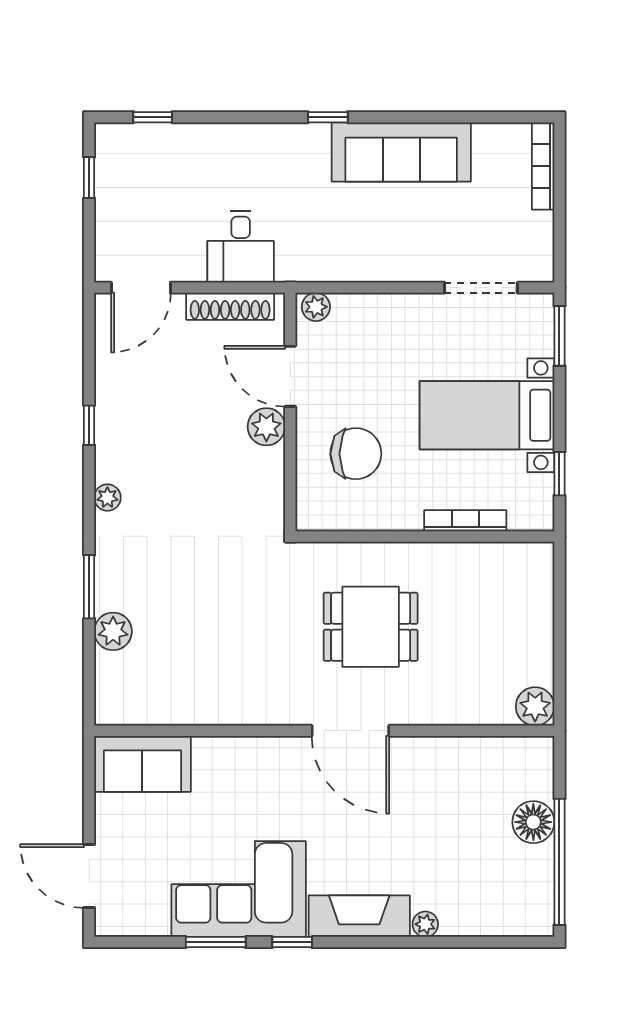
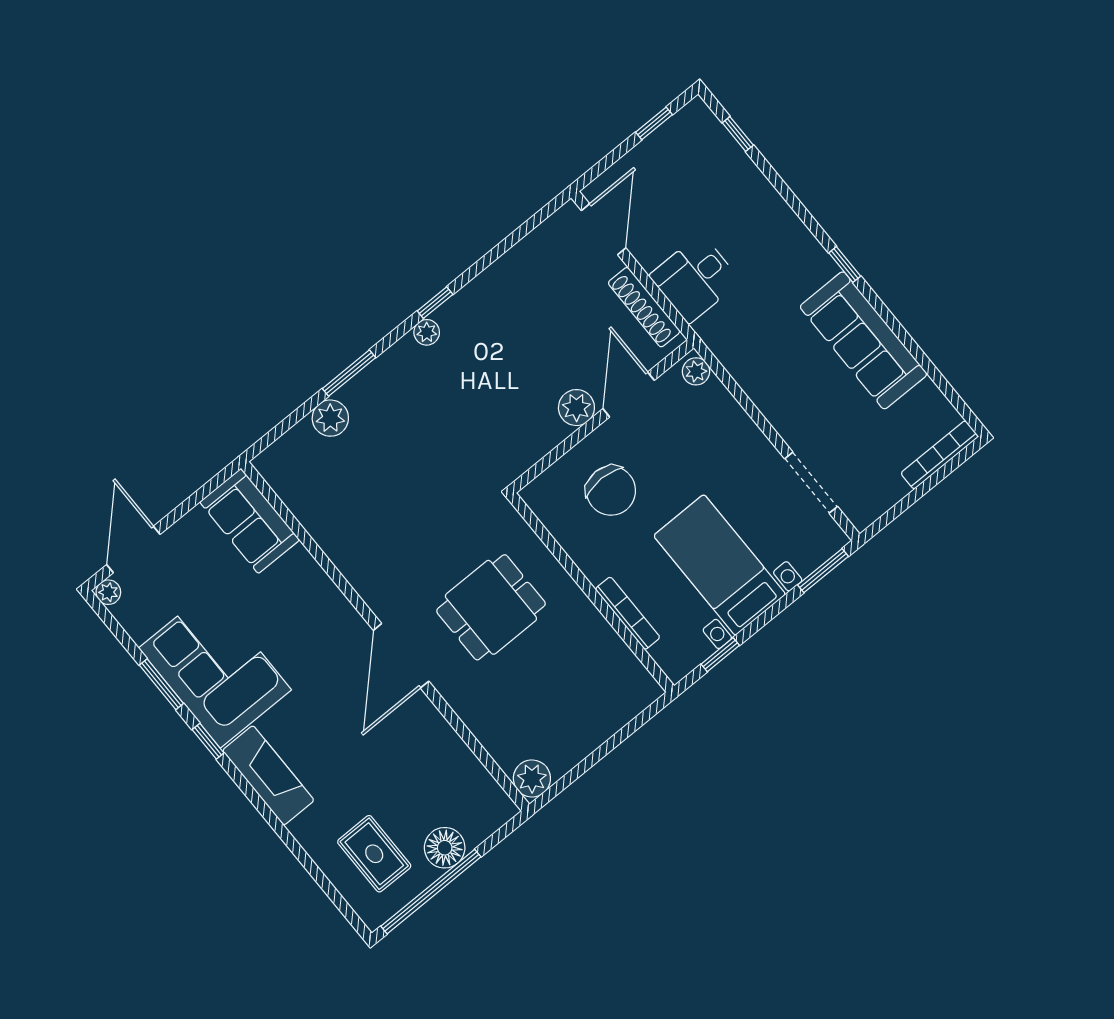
door: (141, 288) -> (604, 229), swing flipped
window: (89, 425) -> (435, 303), moved
dining table: (371, 627) -> (491, 607), turned 90
rug: (492, 883) -> (374, 854), added
plant: (425, 924) -> (108, 592), moved

